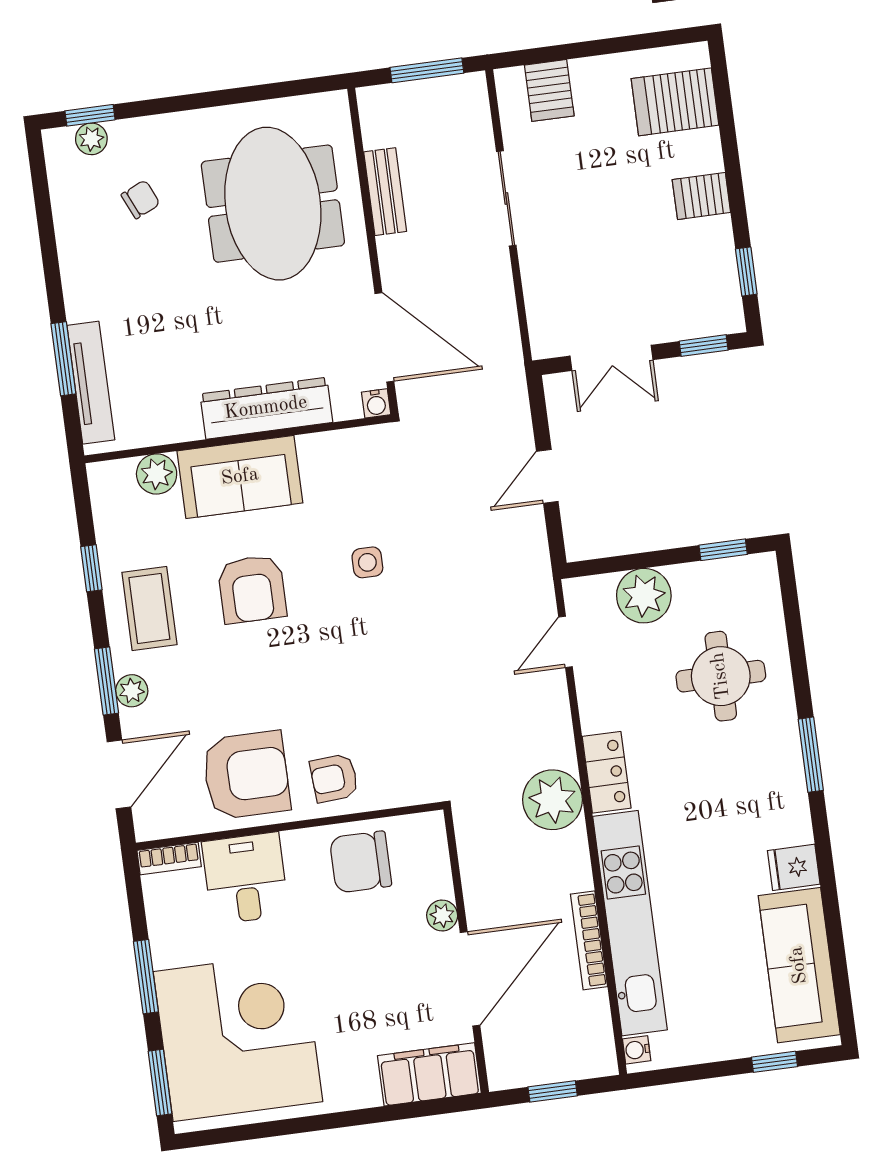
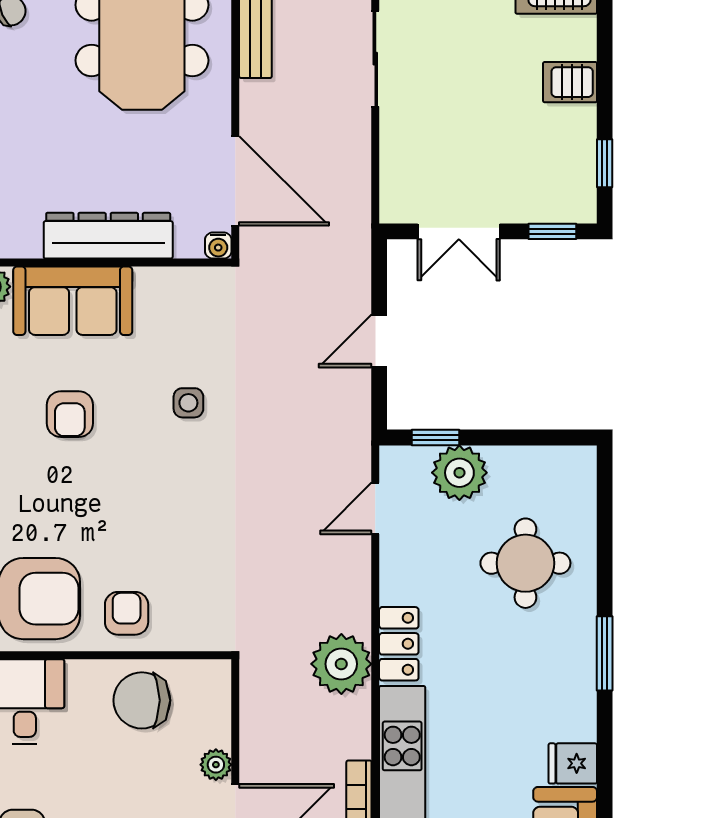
window: (723, 550) -> (436, 438), moved
armchair: (252, 589) -> (70, 414), width x0.72, depth x0.72
armchair: (334, 778) -> (127, 613), turned 94

